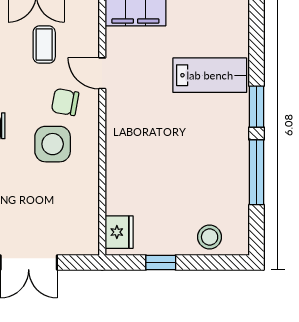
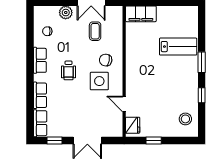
door: (102, 73) -> (124, 104), moved
window: (257, 172) -> (202, 95), width x0.46
stool: (210, 237) -> (185, 119), moved

